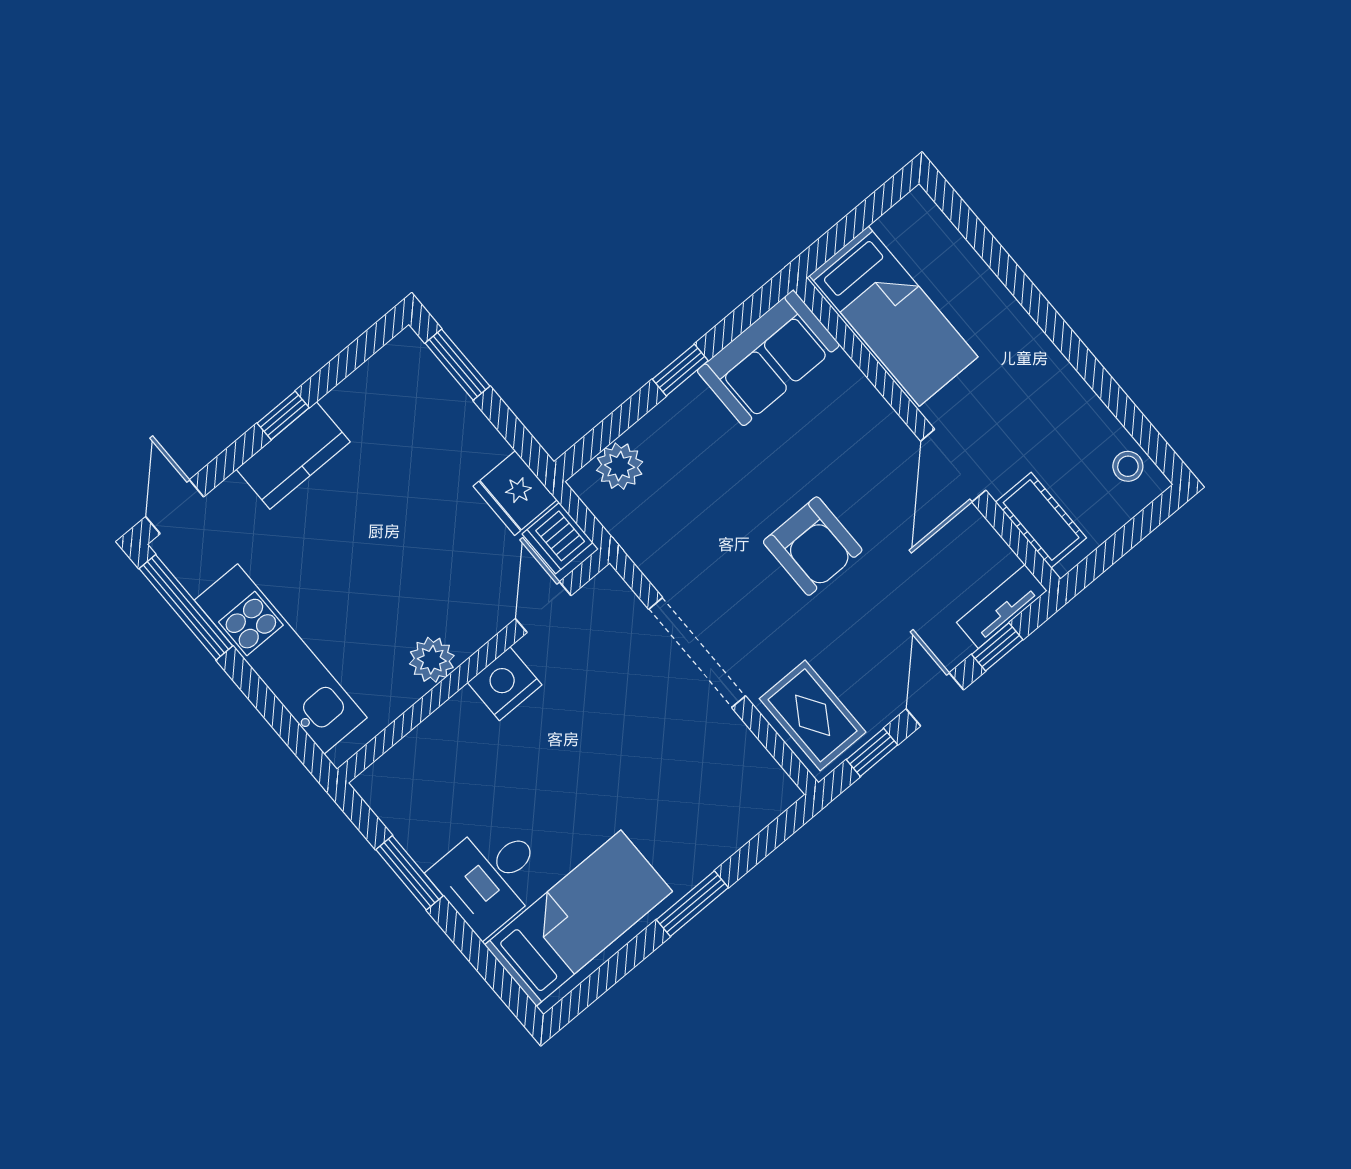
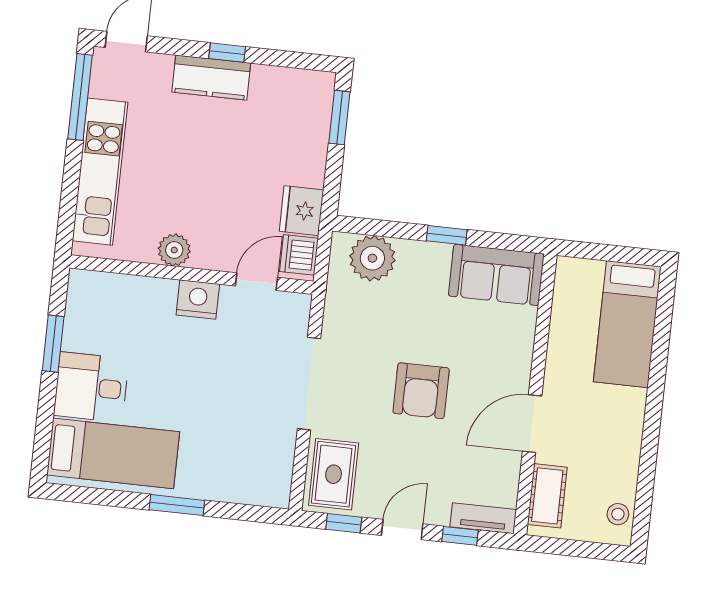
bed: (894, 316) -> (627, 324), moved
plant: (620, 466) -> (372, 258), width x1.36, depth x1.36

